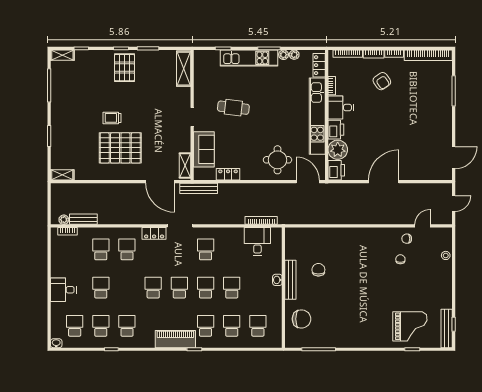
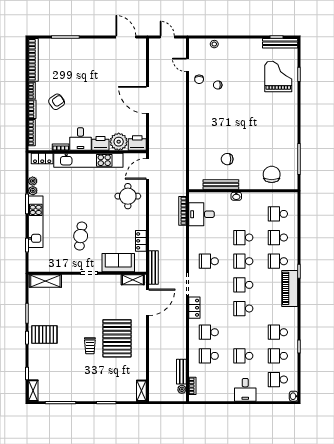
bench: (290, 280) -> (221, 185), moved

